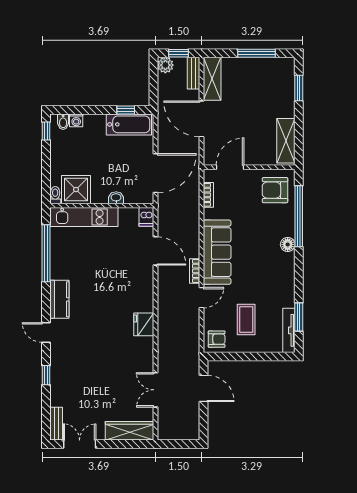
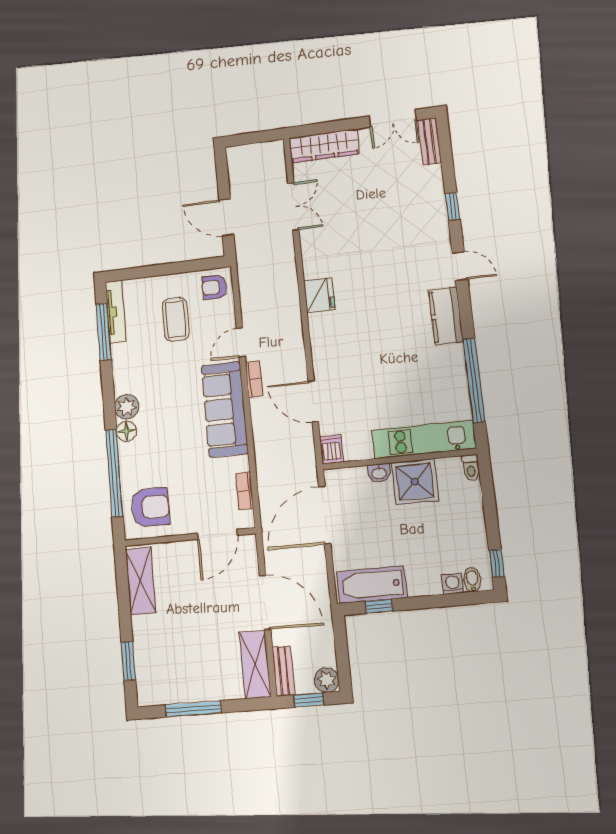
shower: (76, 190) -> (415, 482), moved
plant: (286, 262) -> (127, 407), added
window: (299, 317) -> (104, 332), width x1.44

